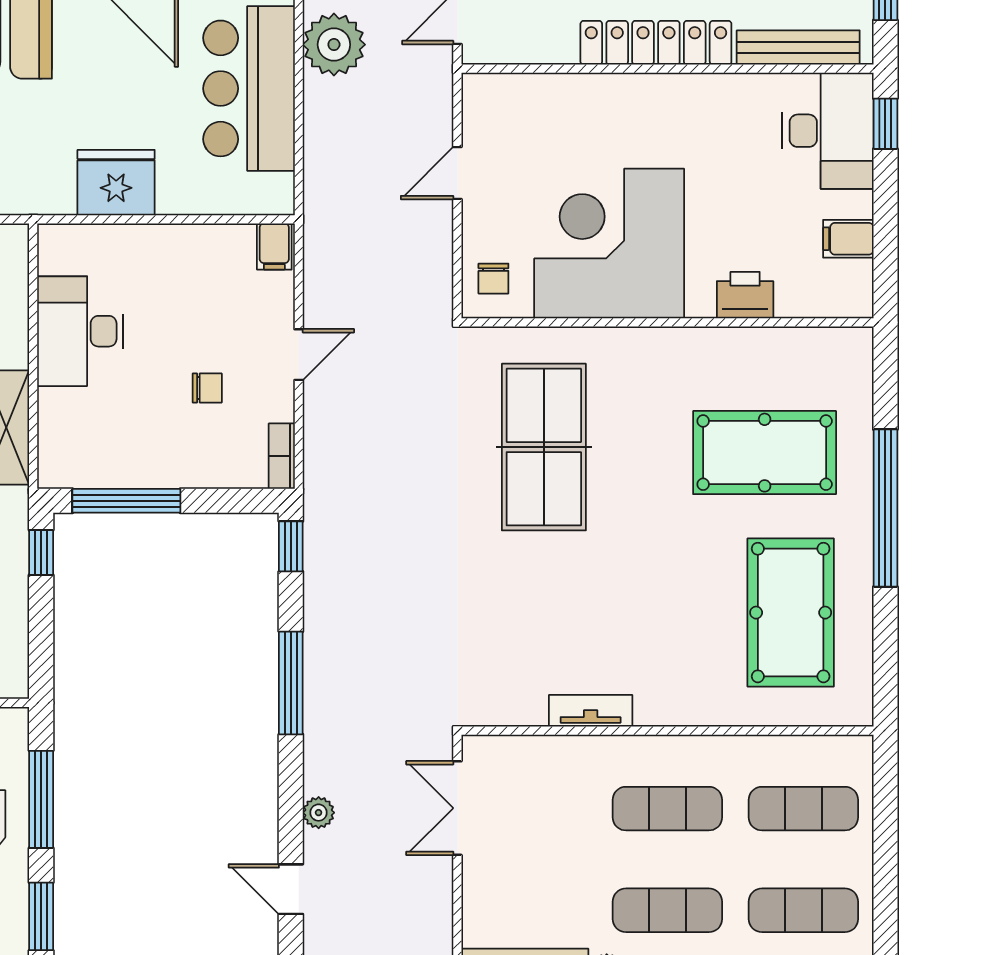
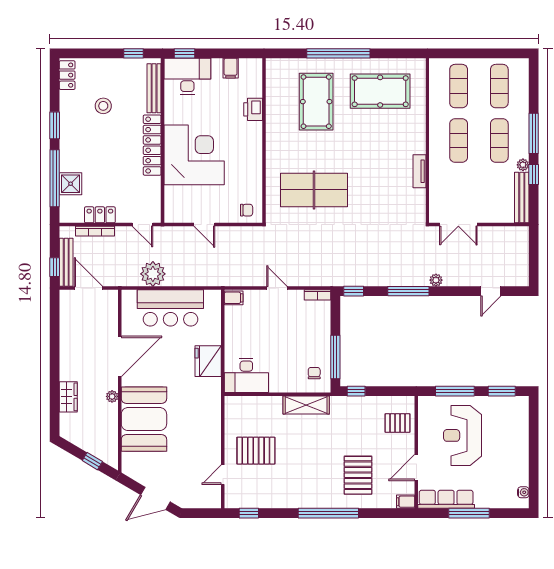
corner desk: (609, 244) -> (194, 155), moved, turned 180
desk: (80, 331) -> (246, 375), moved
chair: (207, 388) -> (314, 373), moved
plant: (319, 813) -> (436, 280), moved

